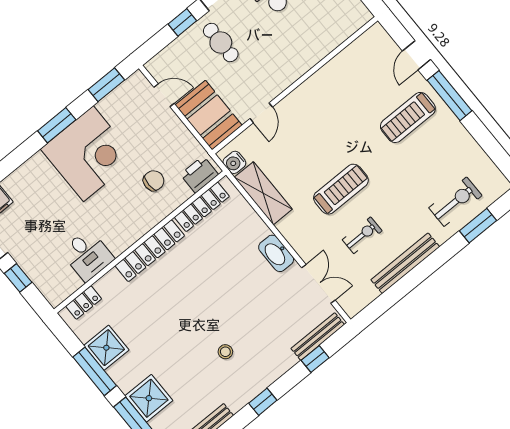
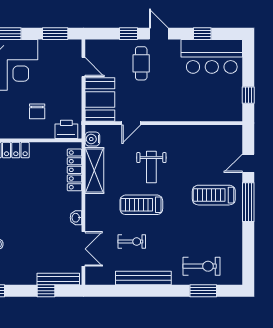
weight bench: (319, 141) -> (151, 167), added
chair: (154, 181) -> (37, 111), turned 90
treadmill: (341, 189) -> (141, 205), turned 180
locker: (202, 207) -> (75, 170), moved, turned 90
washbasin: (276, 253) -> (76, 218), width x0.52, depth x0.69

